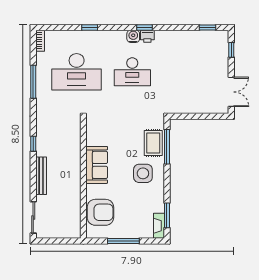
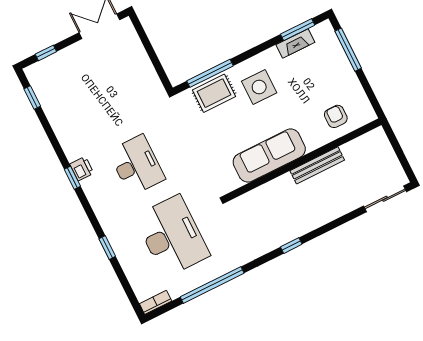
water cooler: (133, 36) -> (91, 186), removed
window: (33, 82) -> (212, 285), width x1.46
sofa: (97, 165) -> (269, 156), width x1.36
bench: (41, 176) -> (317, 165), moved
armchair: (100, 212) -> (336, 116), width x0.53, depth x0.53
fireplace: (159, 226) -> (295, 43), moved
window: (123, 241) -> (348, 50), moved

